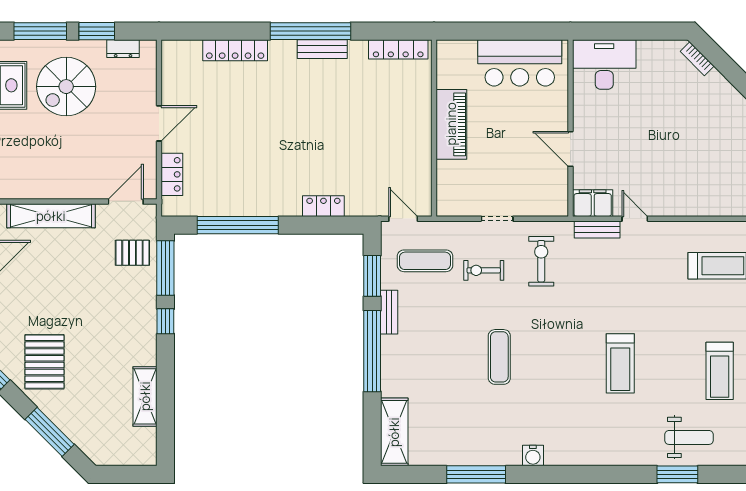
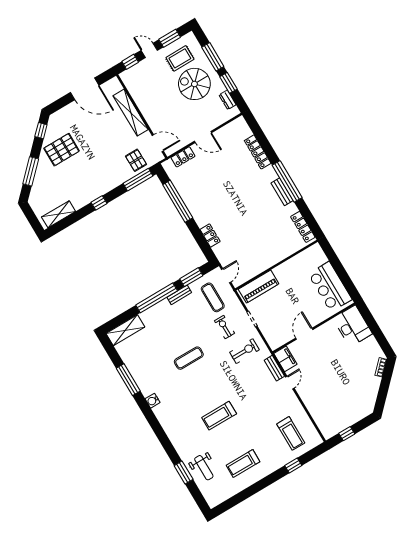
piano: (451, 124) -> (259, 287), moved
window: (165, 321) -> (99, 203), moved
shelving: (145, 396) -> (59, 214), moved

